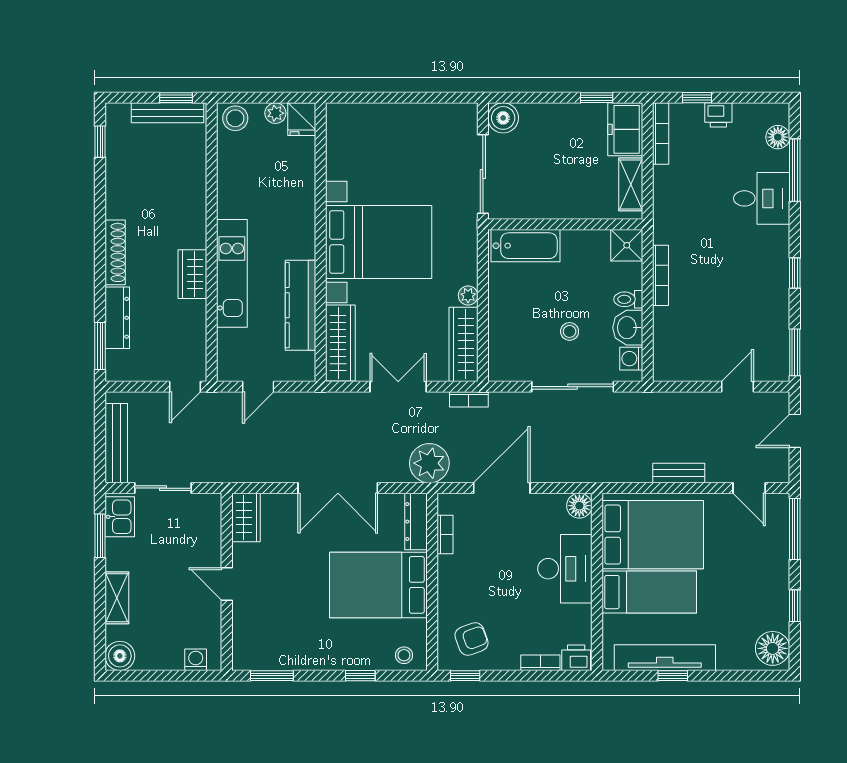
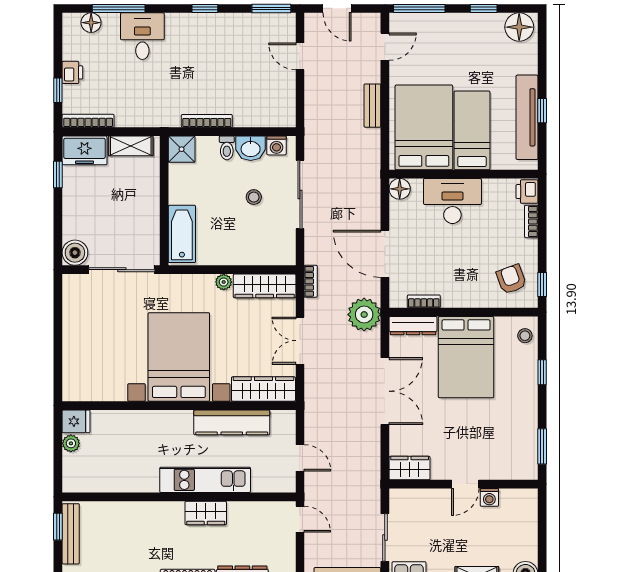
stool: (235, 118) -> (75, 477), removed
washing machine: (196, 660) -> (489, 497), moved, turned -90

